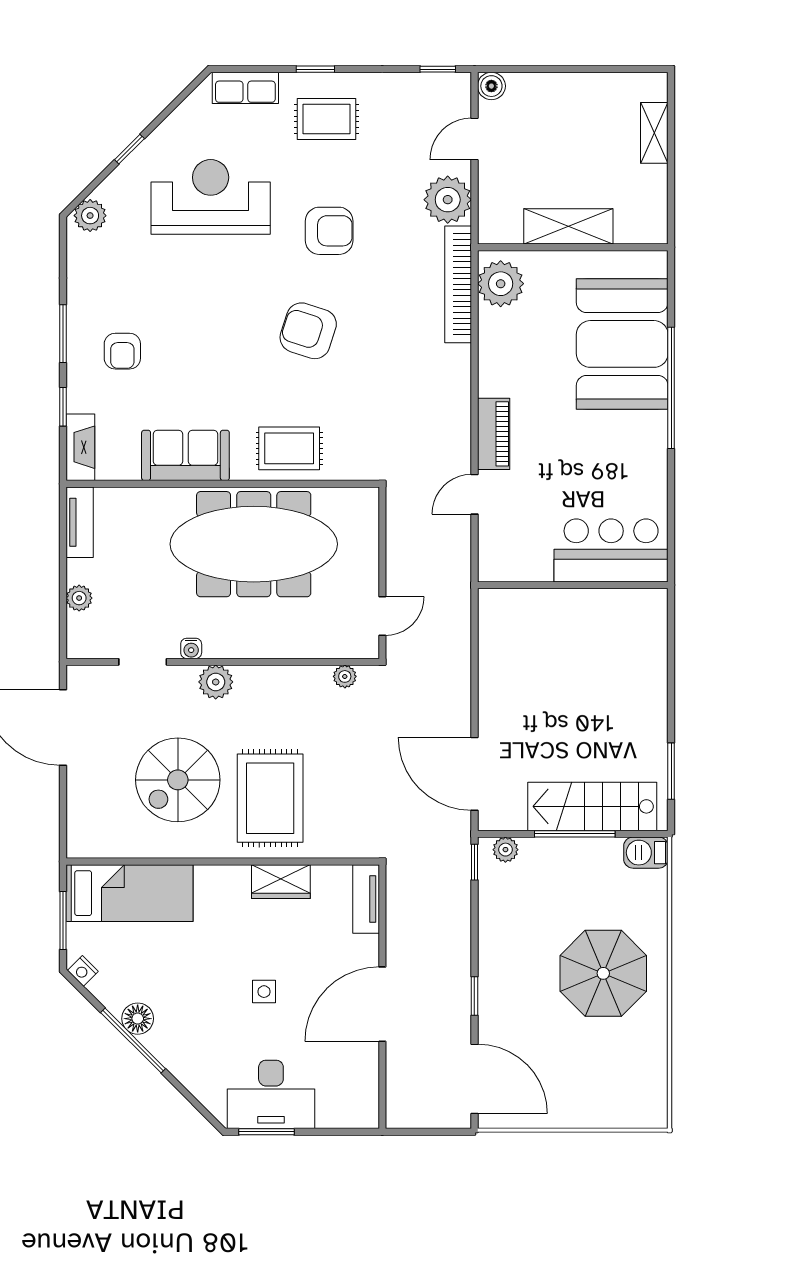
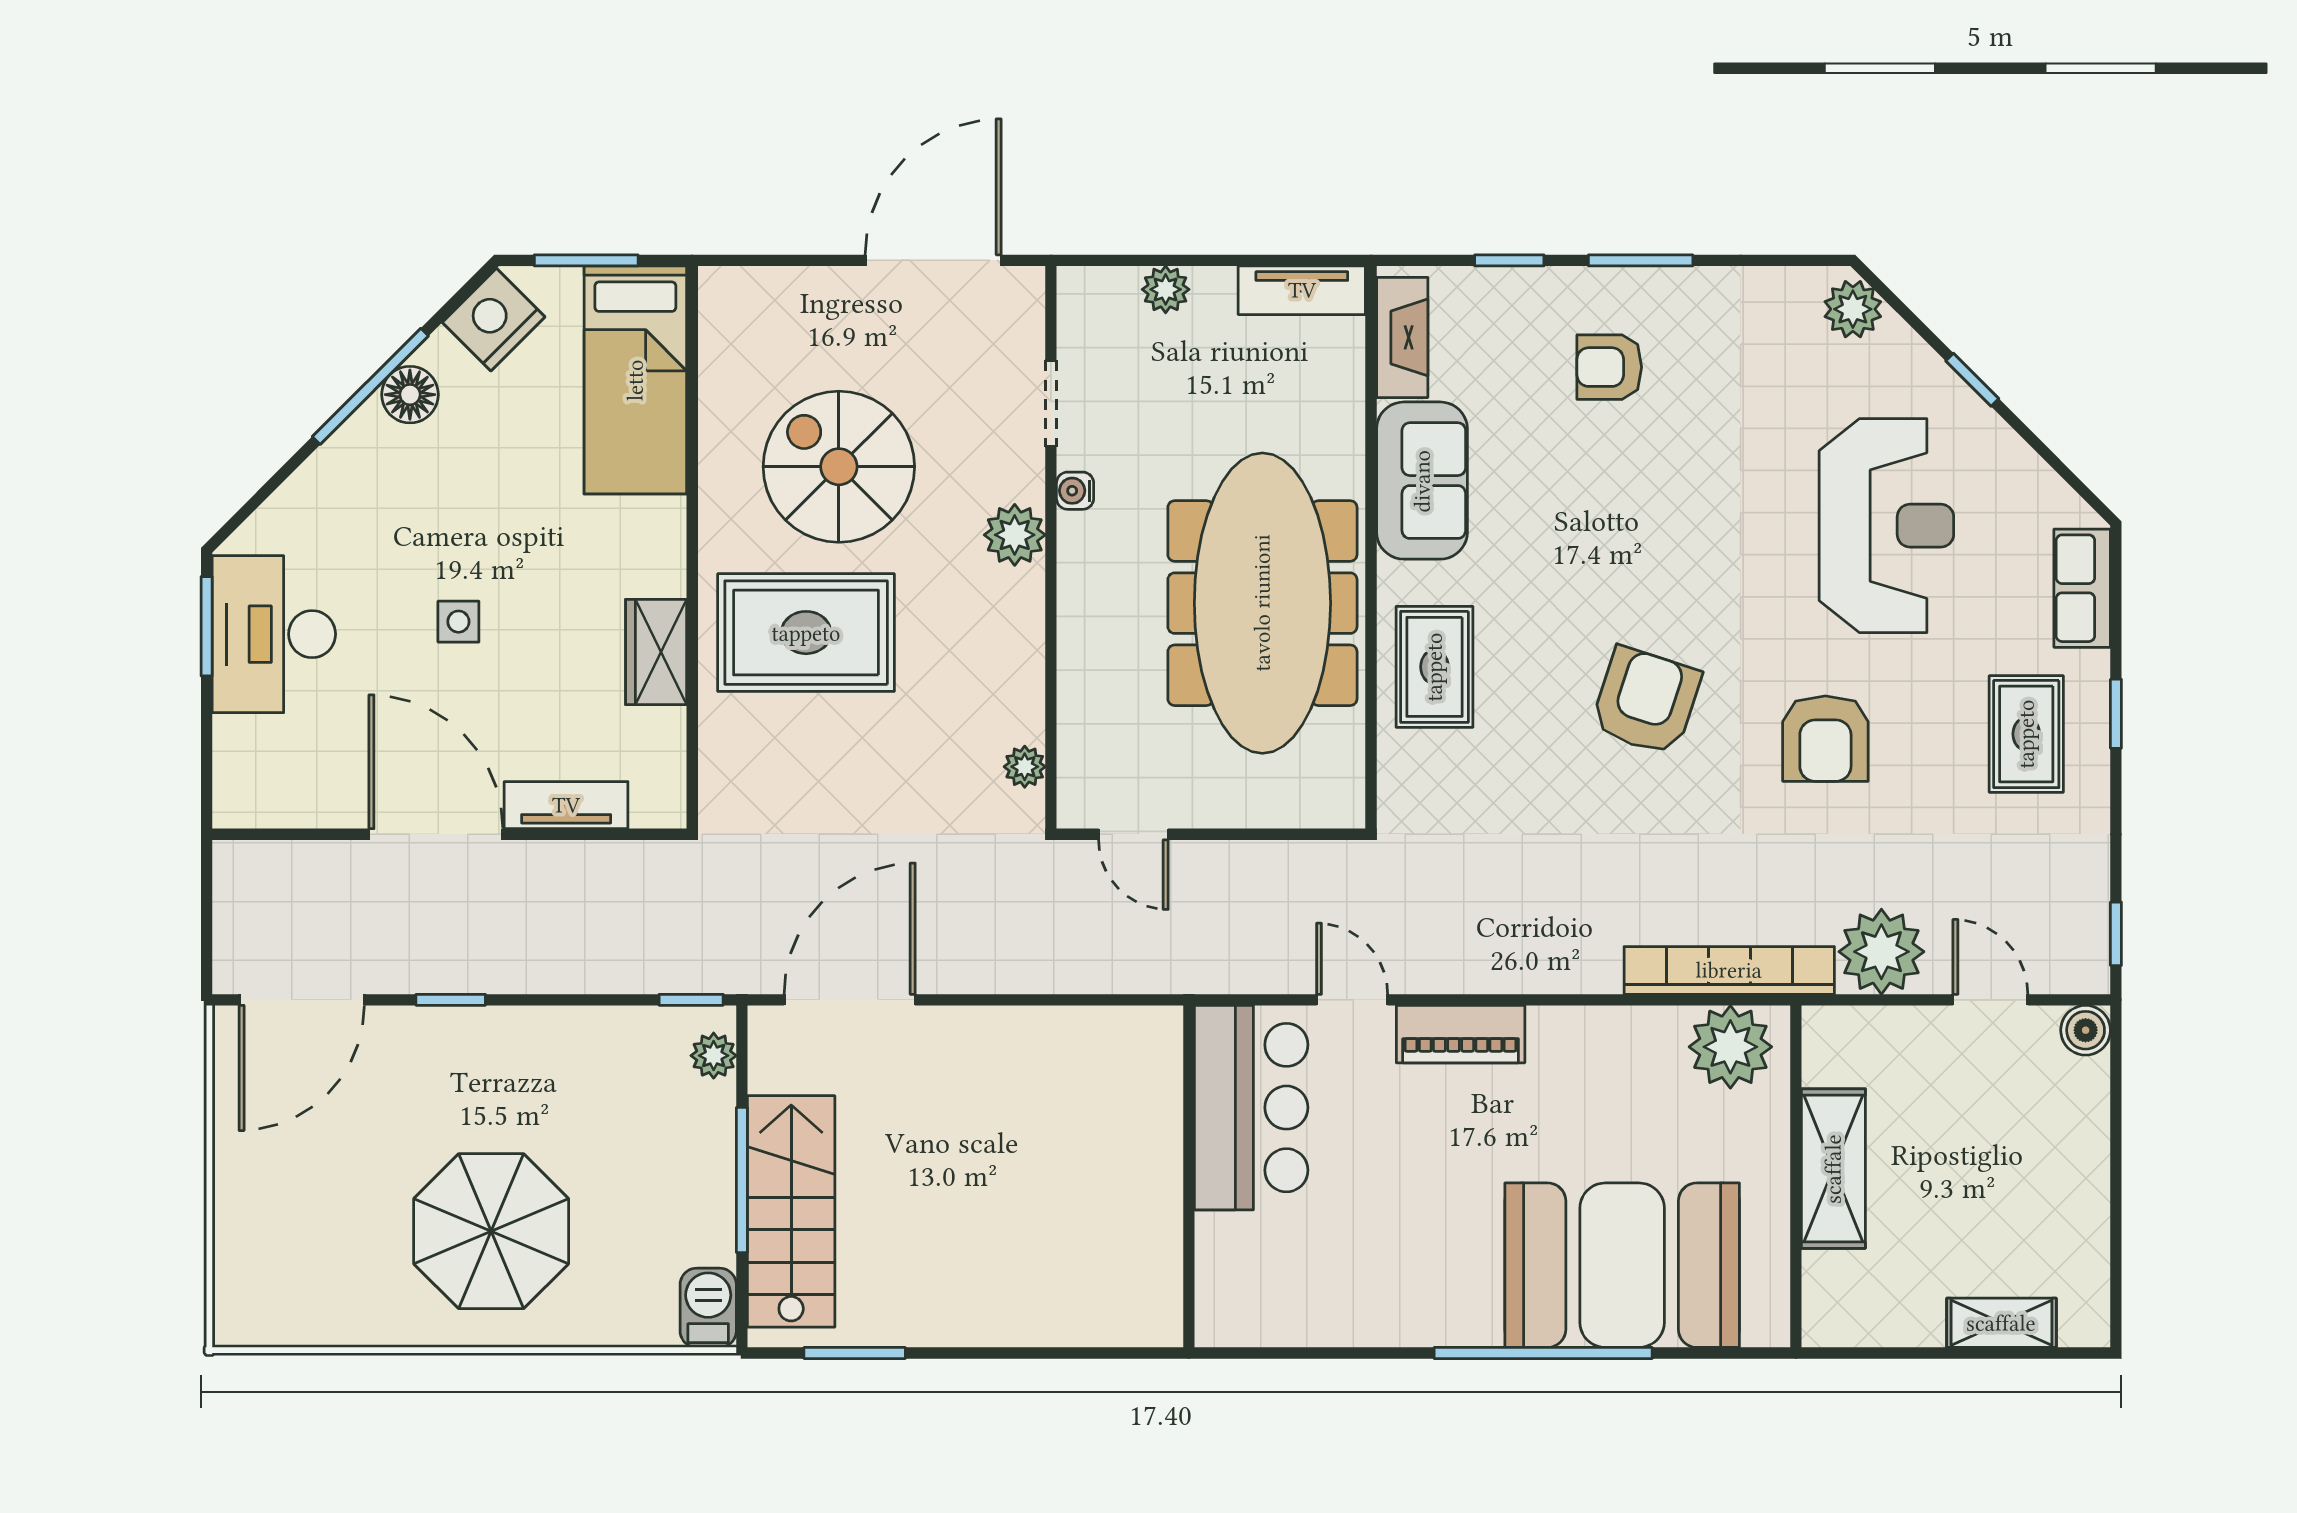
fireplace: (80, 447) -> (1402, 337), moved, turned -90
bar counter: (611, 550) -> (1251, 1108), moved
tv unit: (366, 899) -> (566, 805), moved
nightstand: (83, 971) -> (494, 320), width x1.89, depth x1.79

